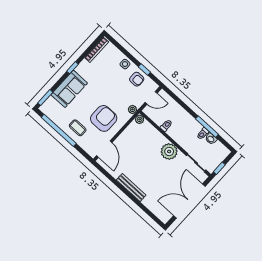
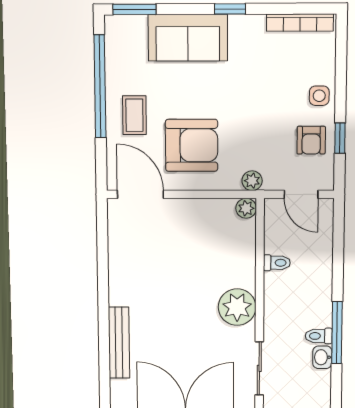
door: (104, 149) -> (140, 194), swing flipped
bench: (131, 188) -> (119, 343), moved

